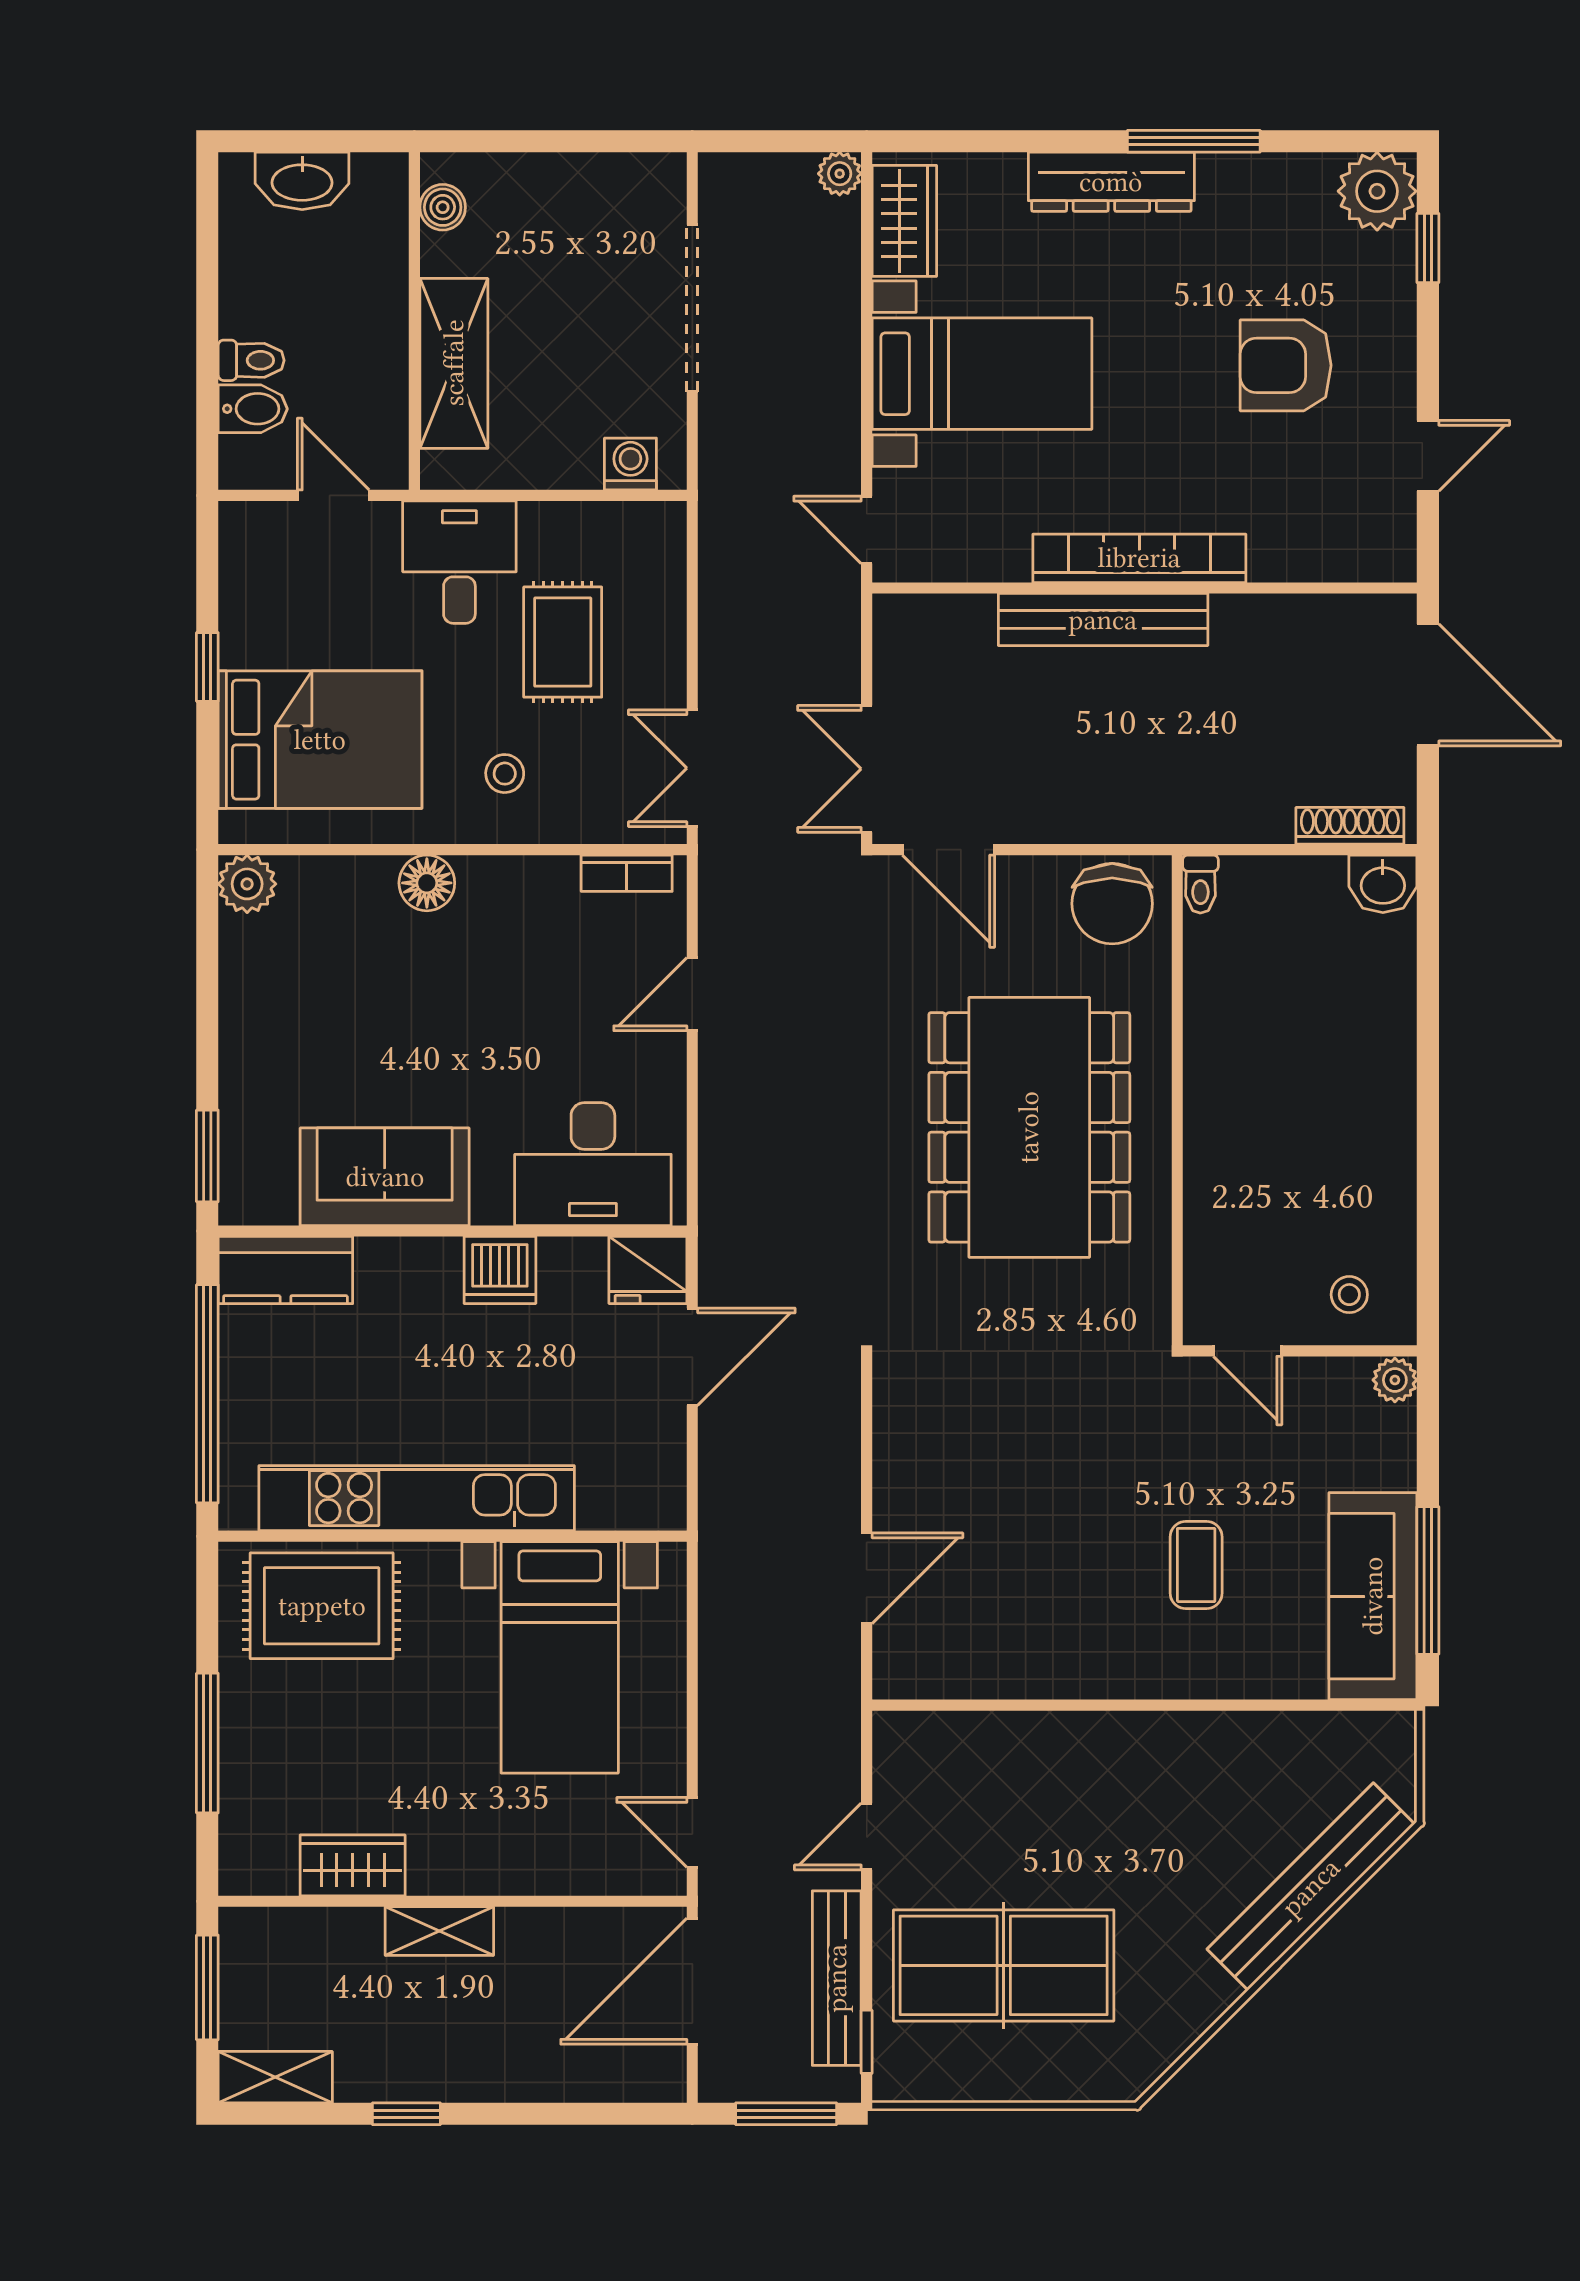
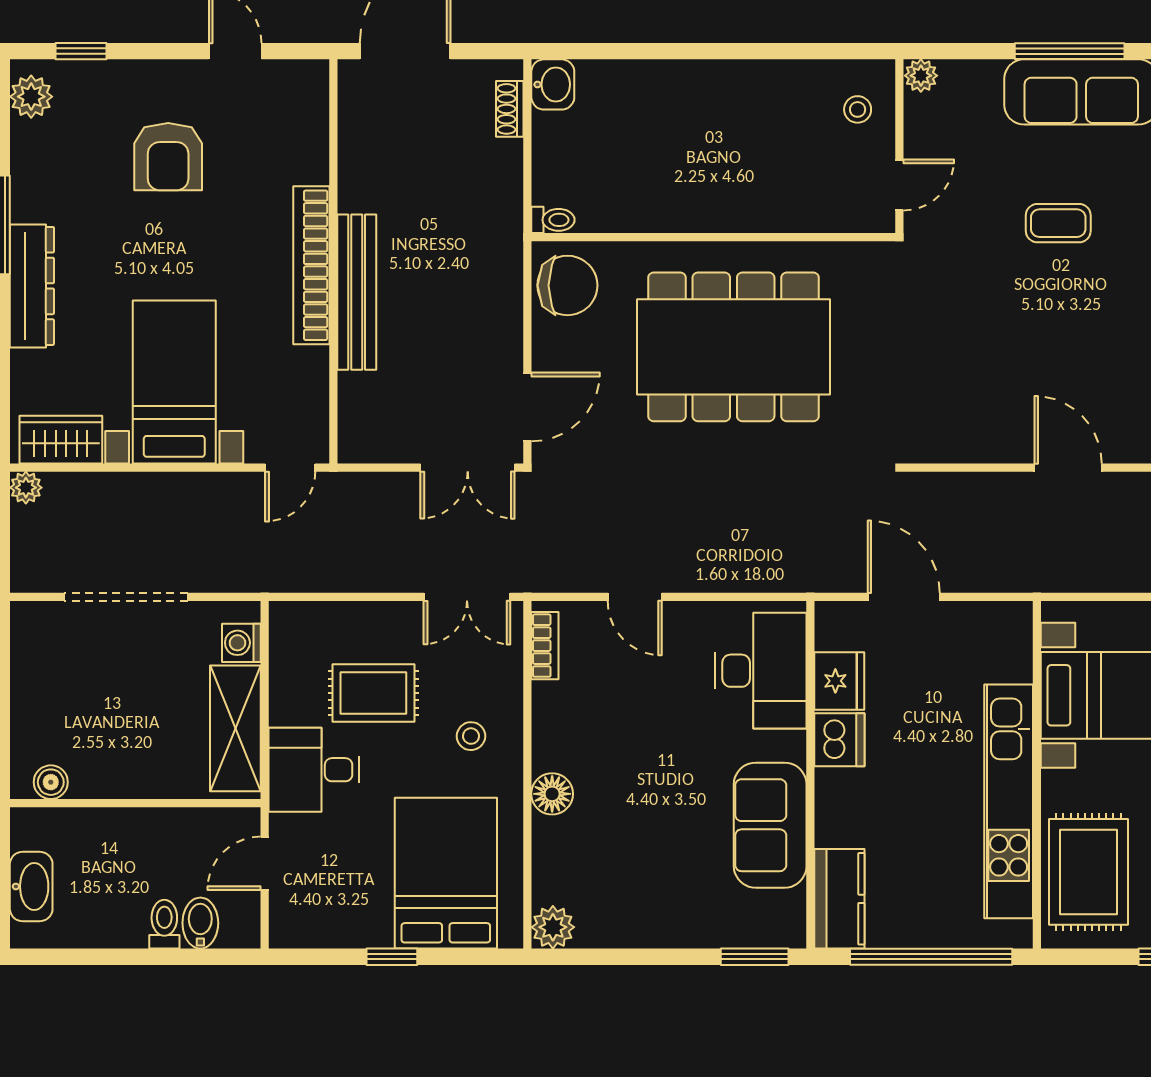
plant: (1377, 191) -> (31, 97), width x0.73, depth x0.73
shelving: (454, 363) -> (235, 728), moved, turned 90
shoe rack: (1350, 826) -> (510, 109), width x0.70
fridge: (648, 1270) -> (839, 681), moved

